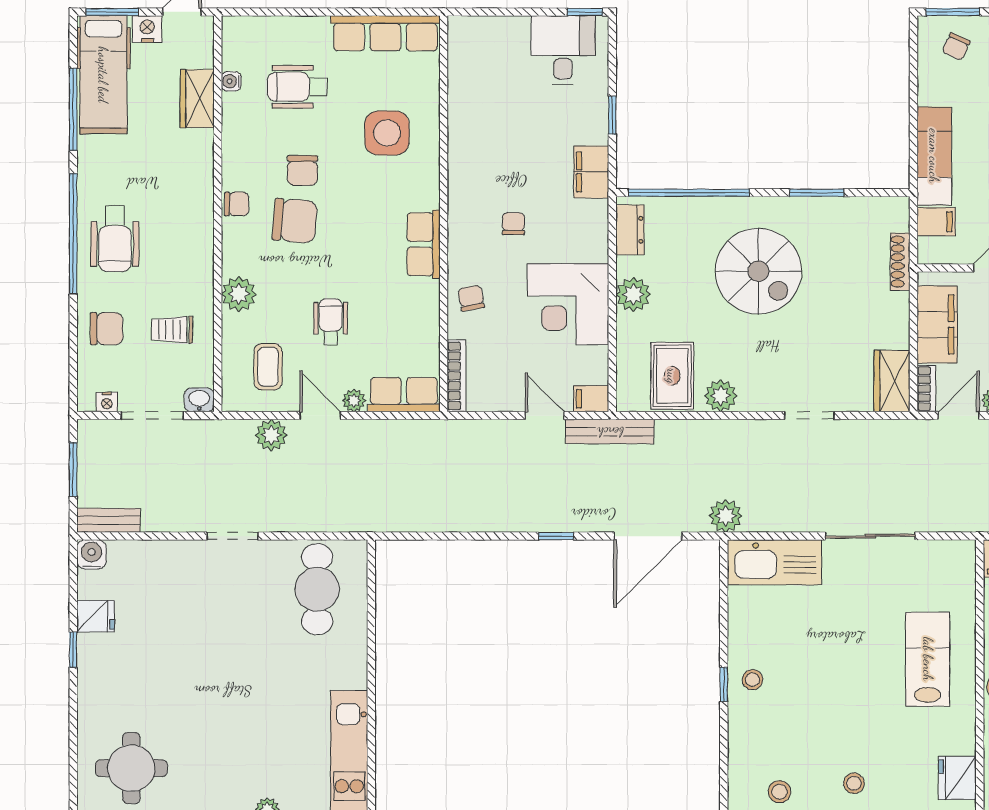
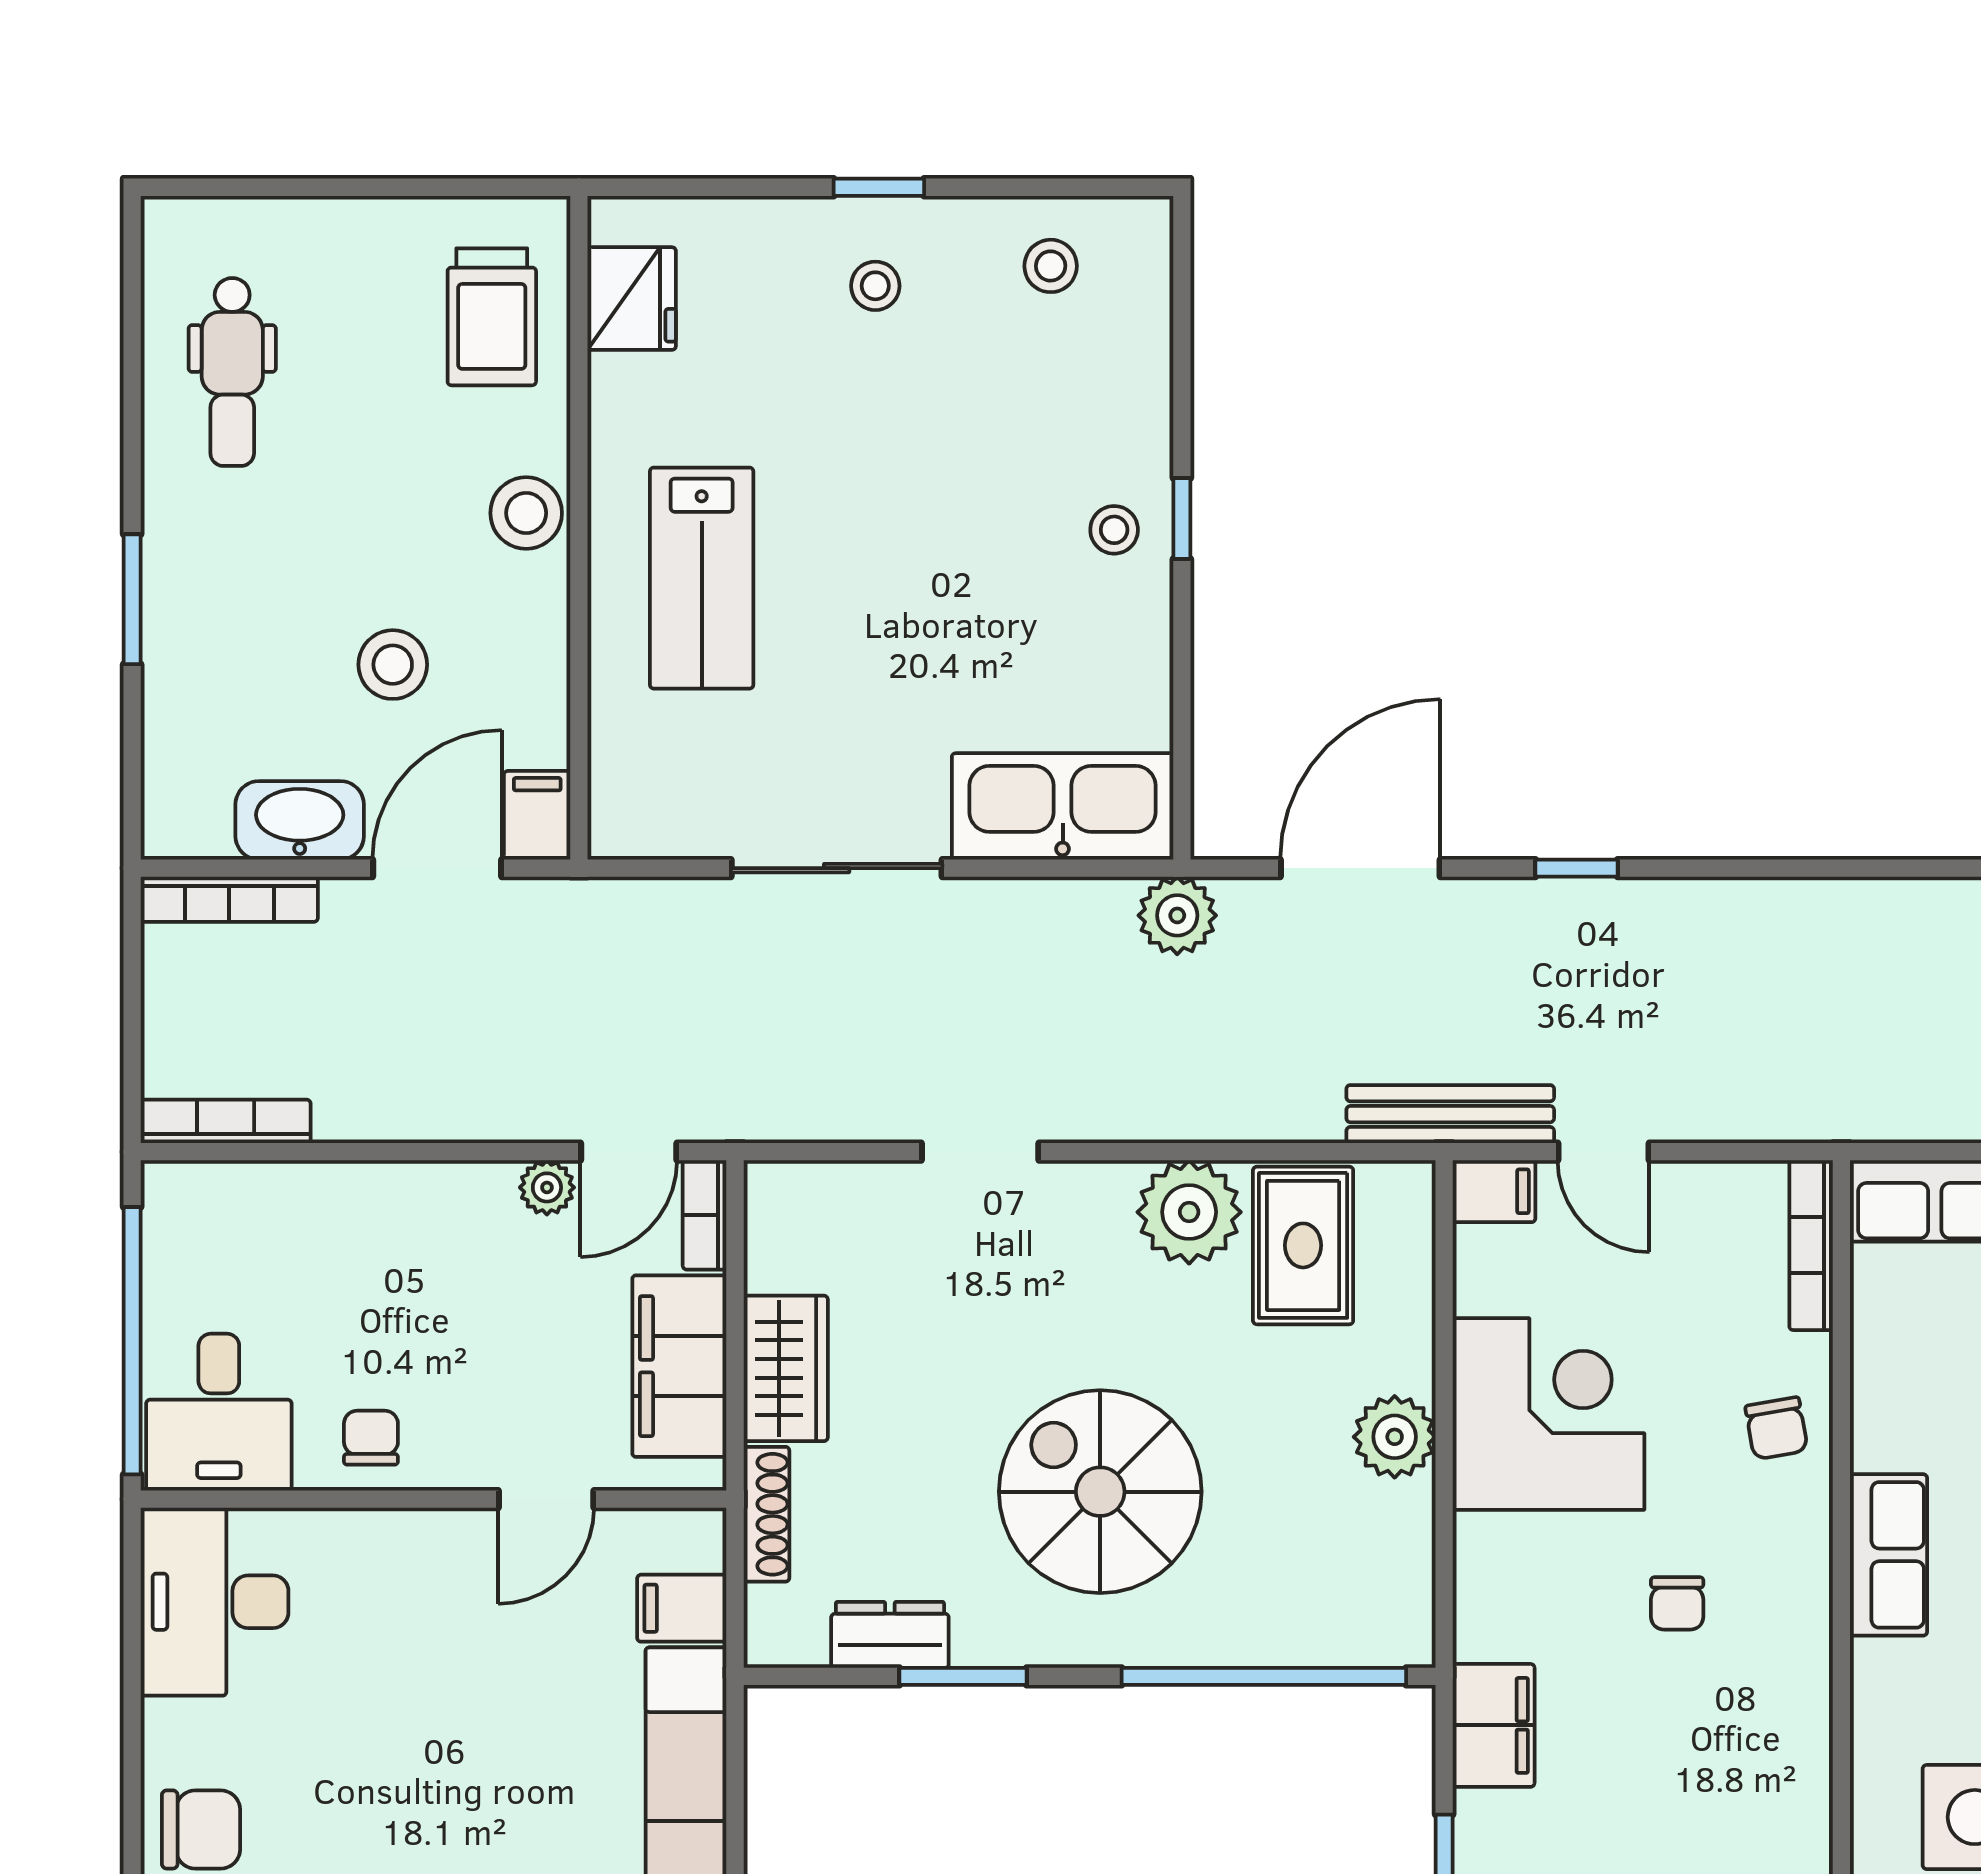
dresser: (630, 230) -> (890, 1635), moved, turned 90
wardrobe: (892, 381) -> (786, 1368), moved
plant: (721, 396) -> (1189, 1212), width x1.36, depth x1.36

